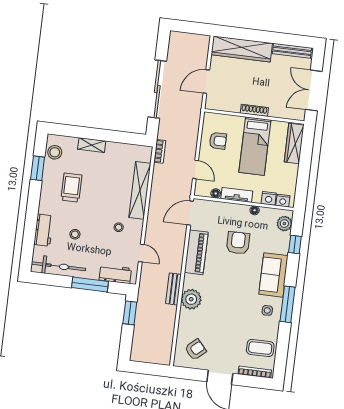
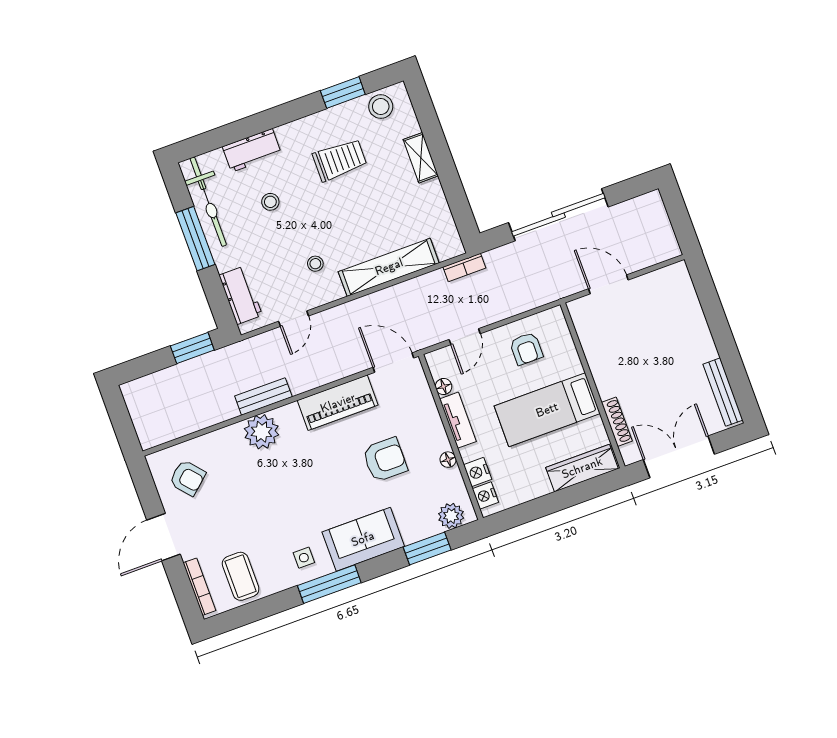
wardrobe: (242, 49) -> (686, 313), removed
shoe rack: (254, 110) -> (617, 422), moved
window: (295, 244) -> (427, 548), width x1.50
window: (90, 284) -> (195, 239), moved

